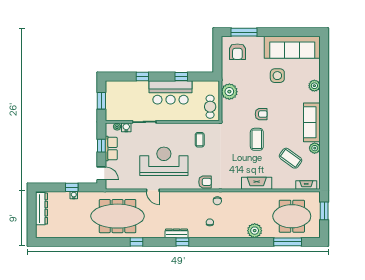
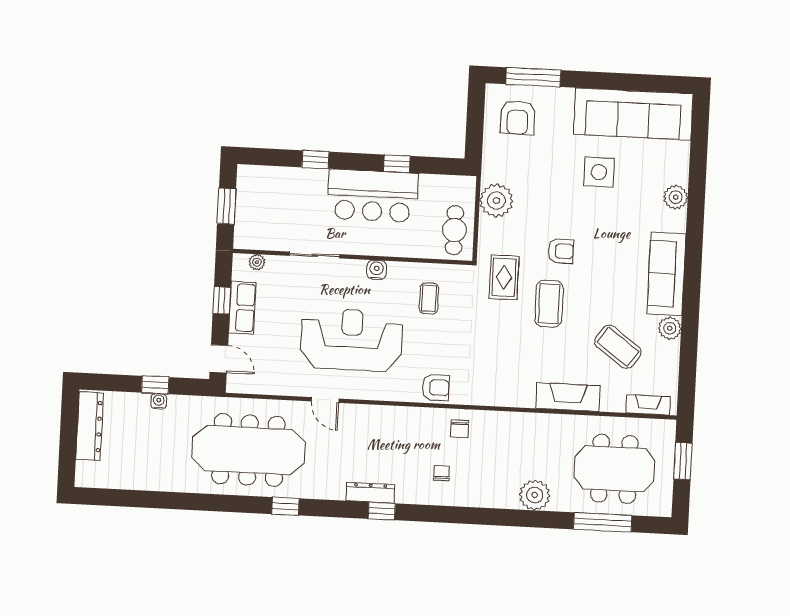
water cooler: (126, 127) -> (377, 270), moved
rug: (235, 128) -> (504, 277), added
fireplace: (257, 183) -> (568, 397), moved

